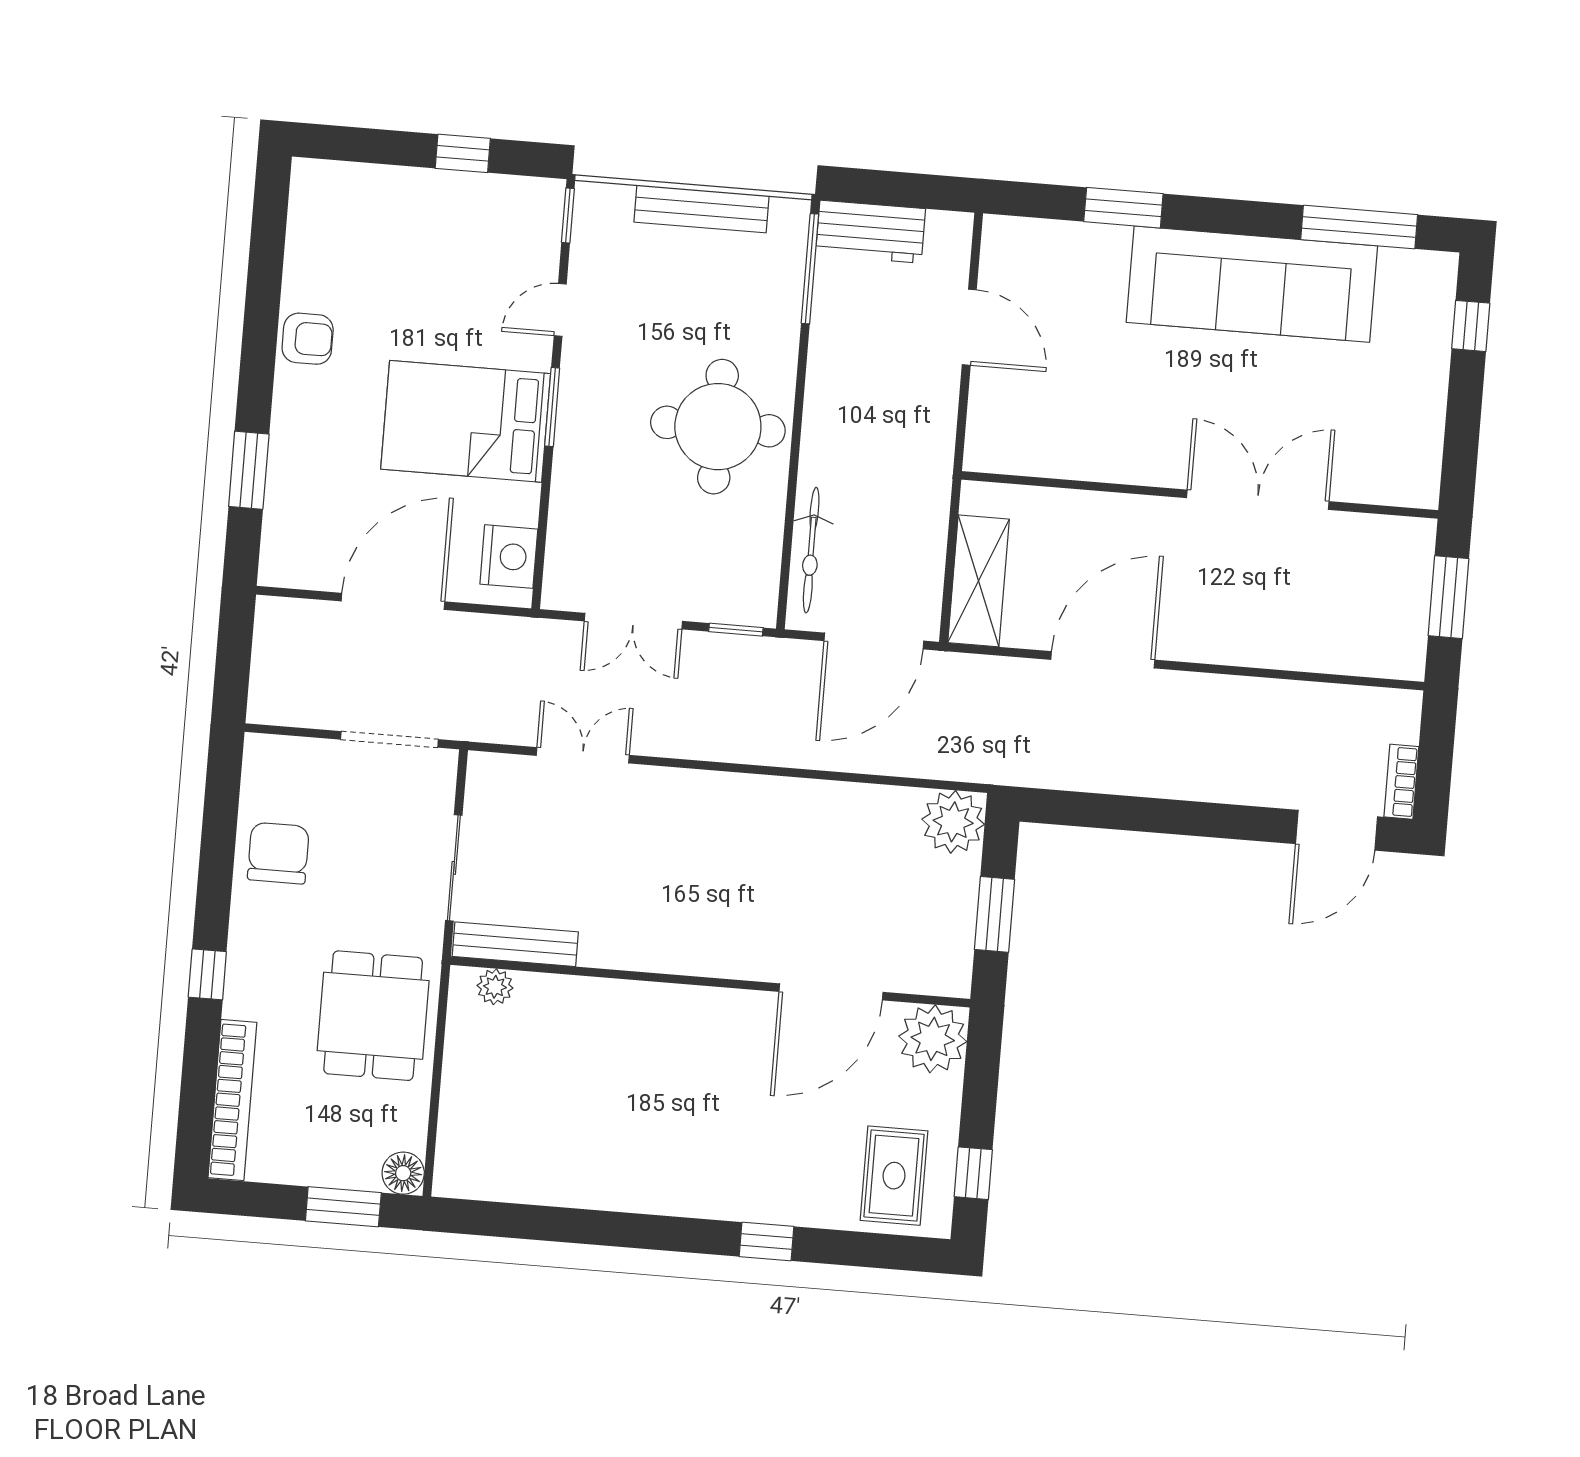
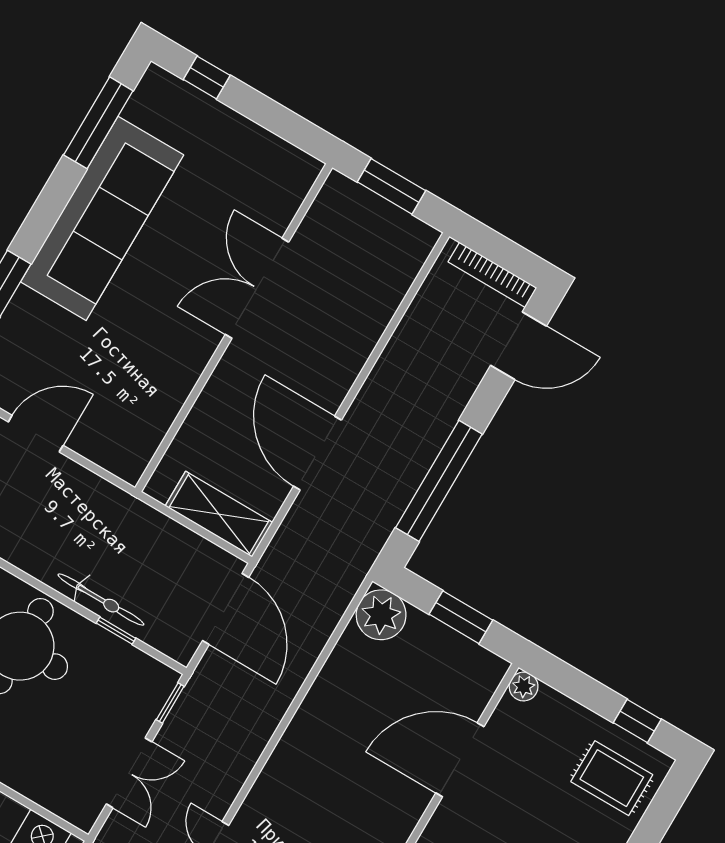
window: (789, 528) -> (116, 631), added
bicycle: (811, 550) -> (101, 600), moved
bookcase: (1401, 782) -> (492, 275), width x1.56
window: (1138, 814) -> (439, 481), added
door: (1336, 830) -> (519, 346), hinge flipped
door: (831, 992) -> (460, 760), swing flipped
plant: (933, 1039) -> (524, 687), width x0.53, depth x0.53

